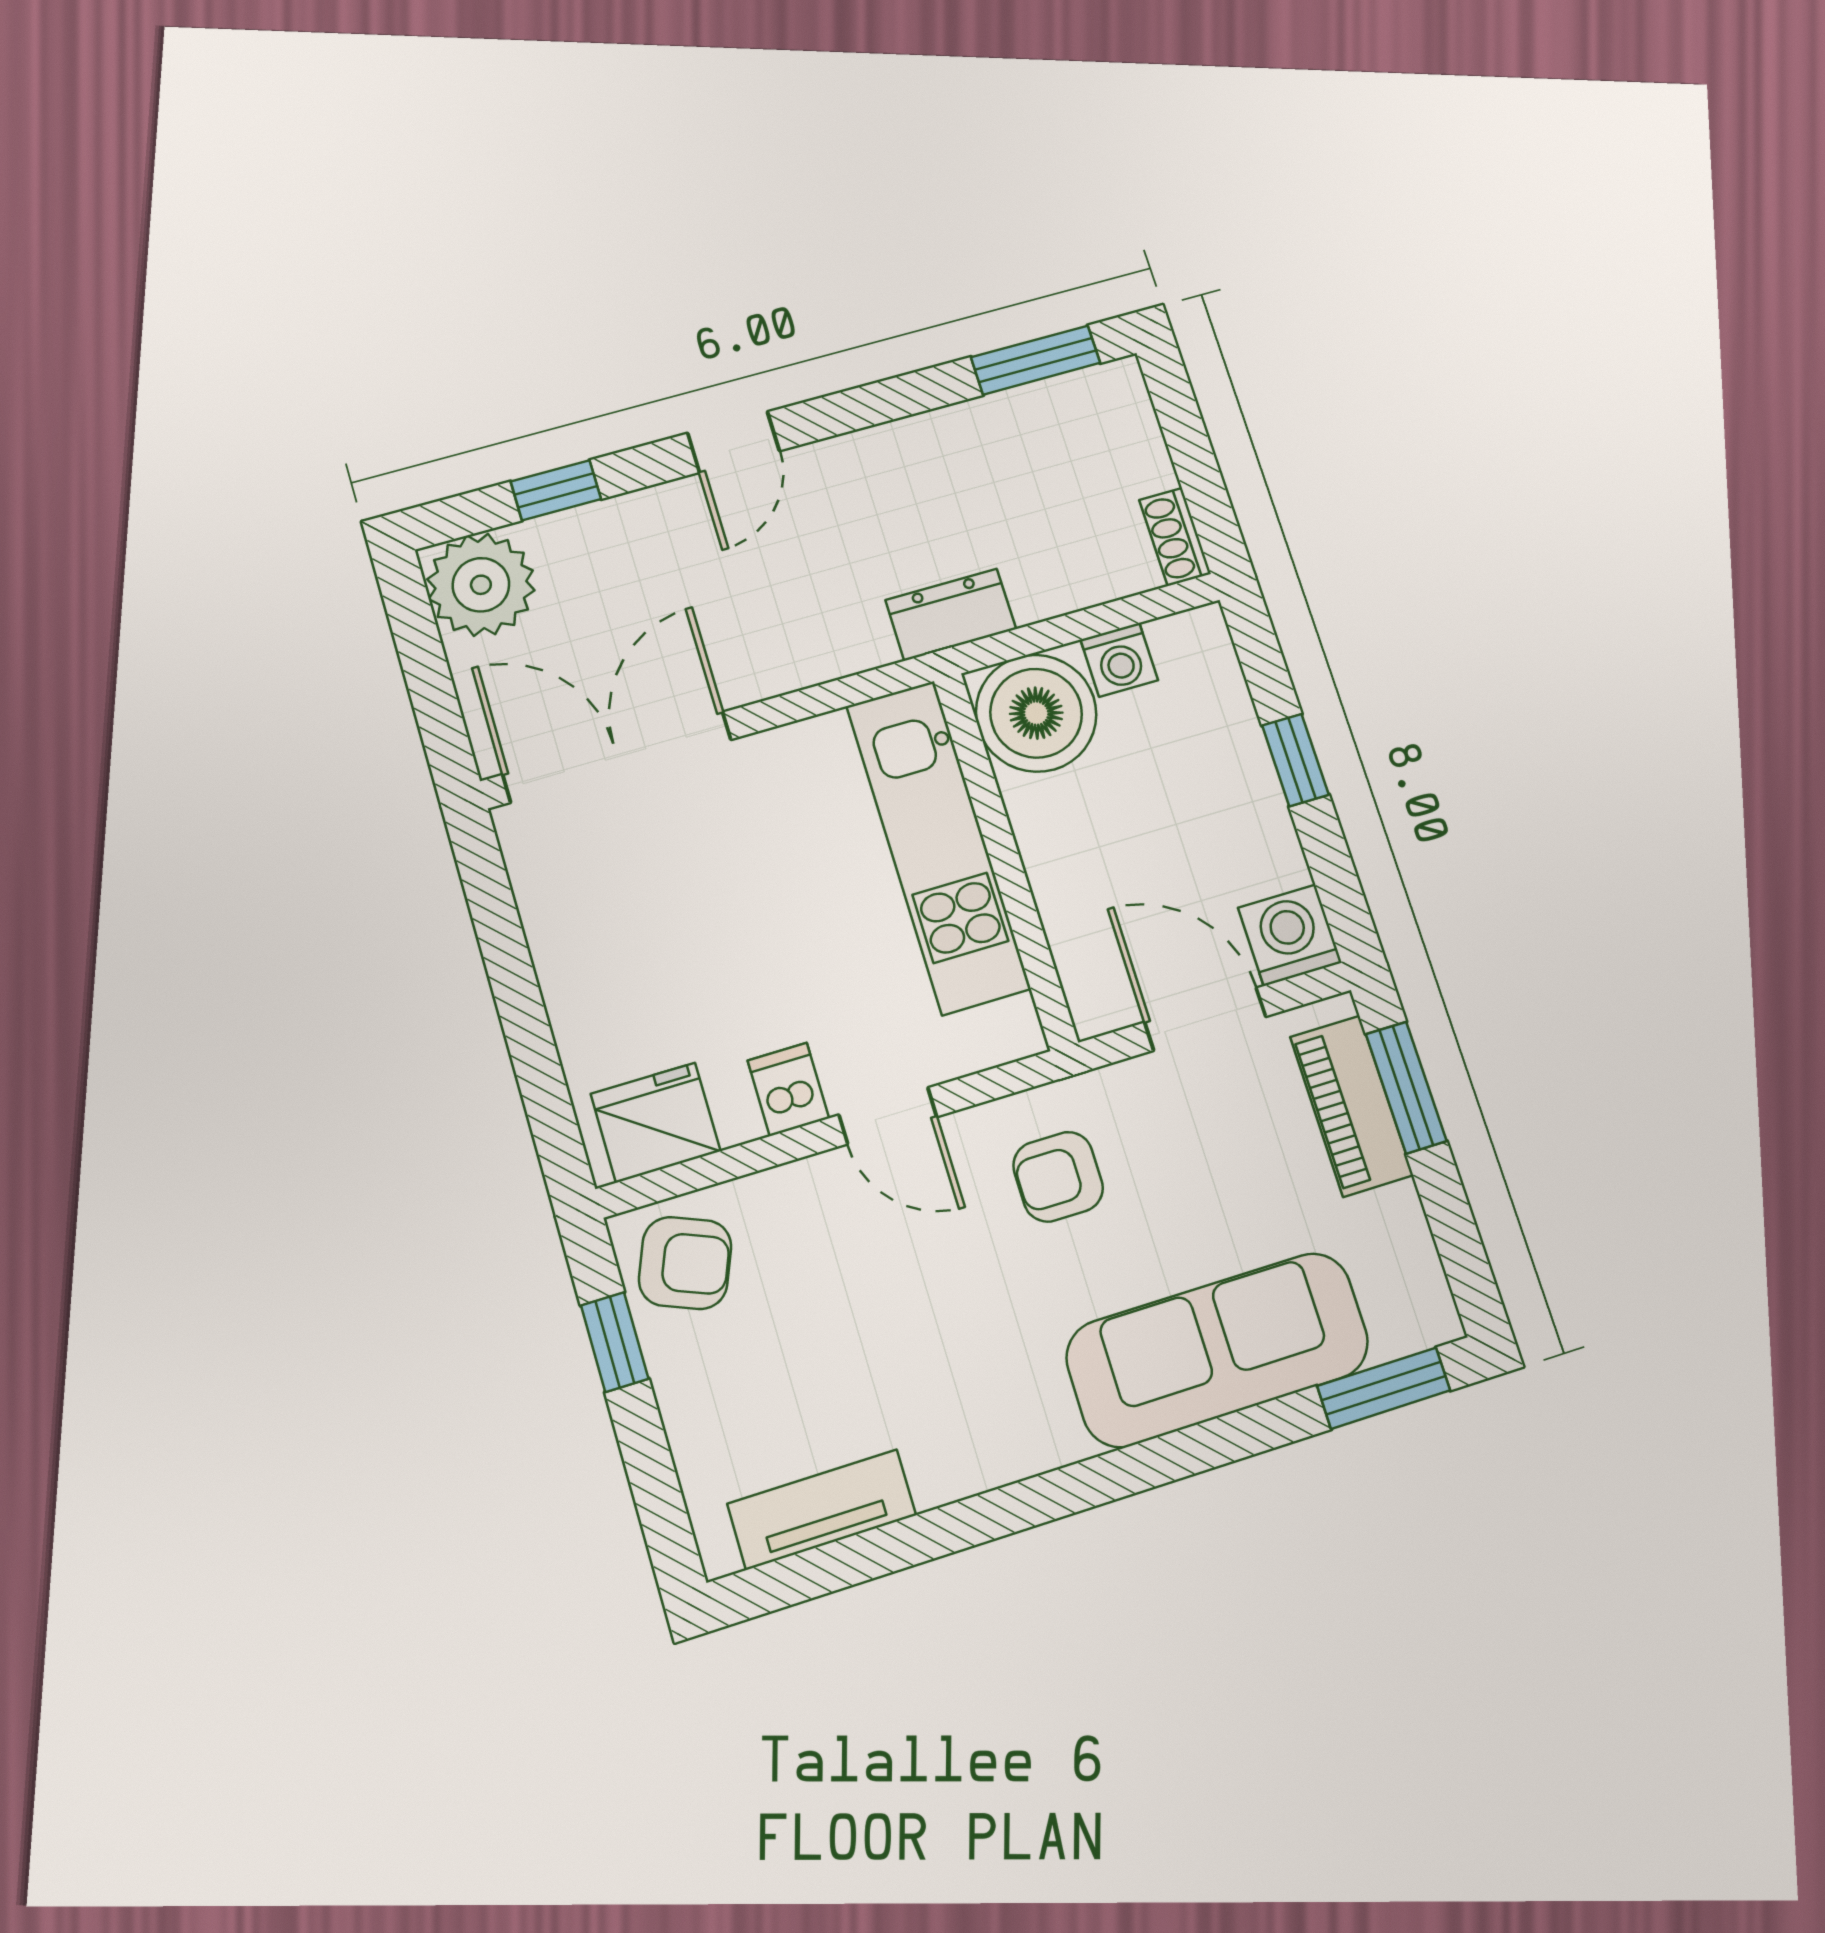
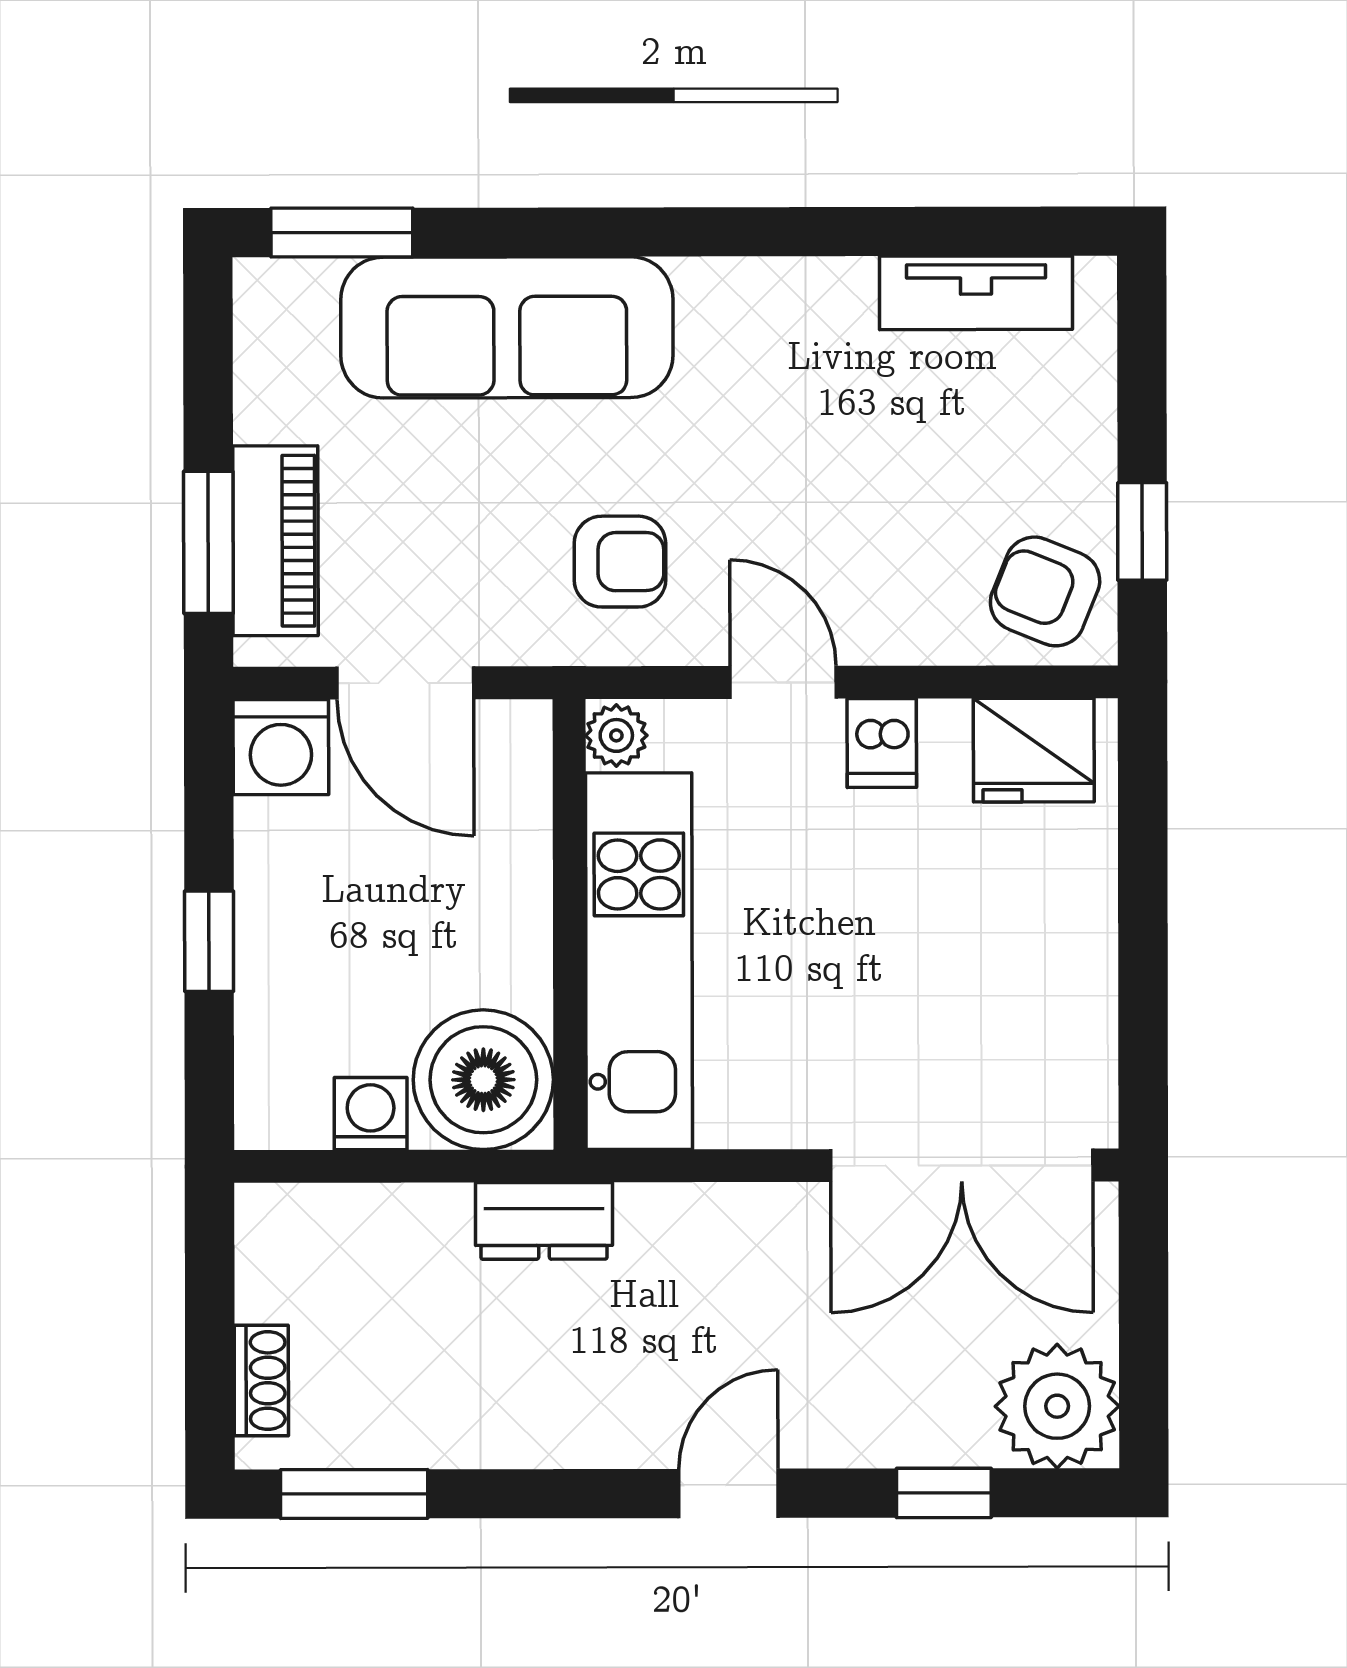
shoe rack: (1175, 537) -> (261, 1381), moved
plant: (1015, 1028) -> (616, 735), added

